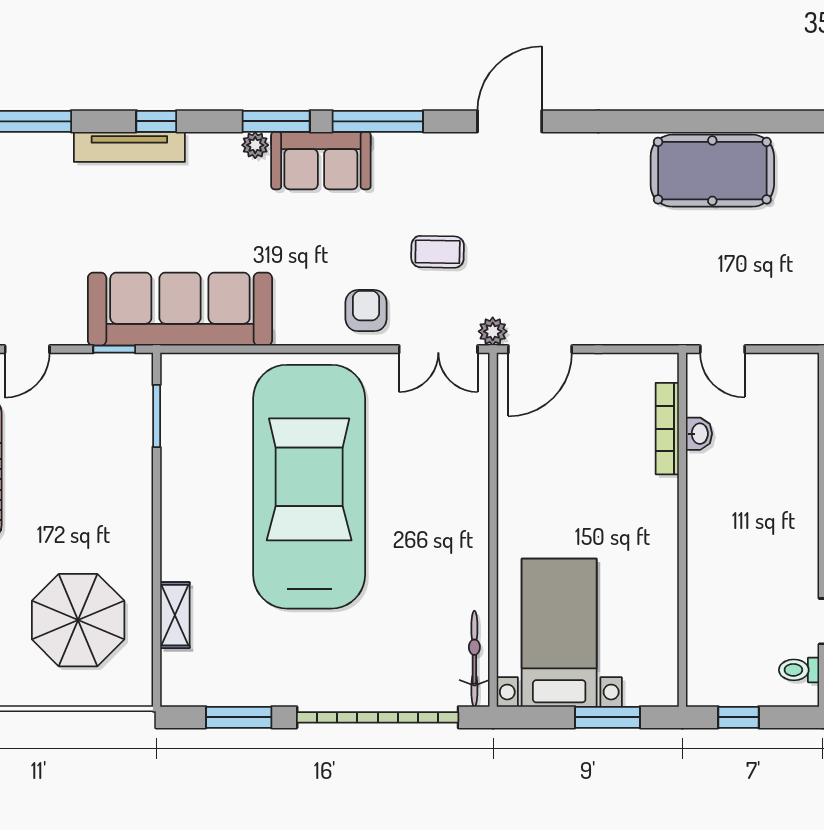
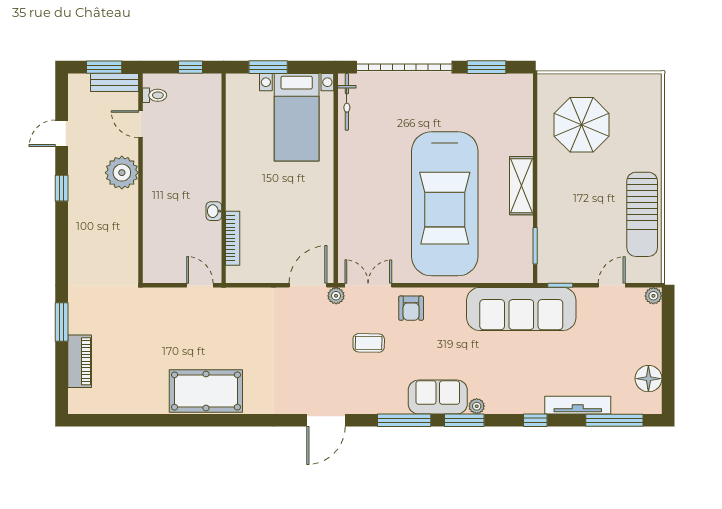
tv unit: (129, 147) -> (578, 405), moved
washbasin: (699, 434) -> (214, 211), moved
shelving: (175, 615) -> (521, 186), moved, width x1.50, depth x1.33

